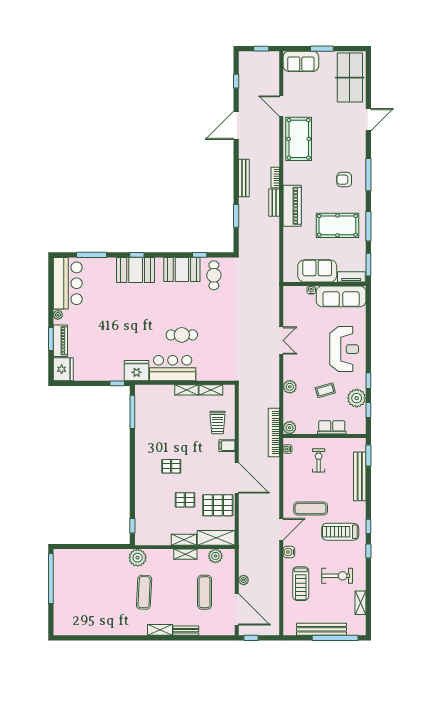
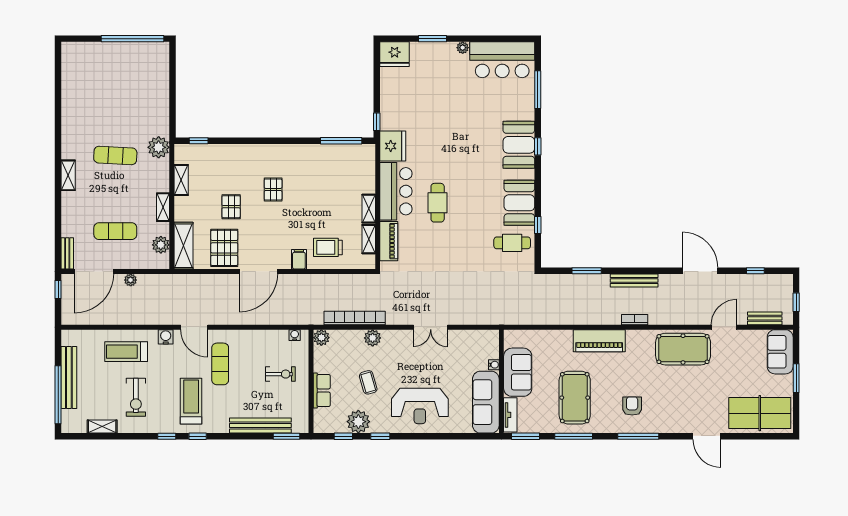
bench: (274, 203) -> (765, 318), moved
piano: (60, 341) -> (389, 241), moved, turned -90
bookcase: (274, 433) -> (355, 318), moved
shelving: (184, 540) -> (181, 180), moved
bench: (186, 631) -> (67, 253), moved

